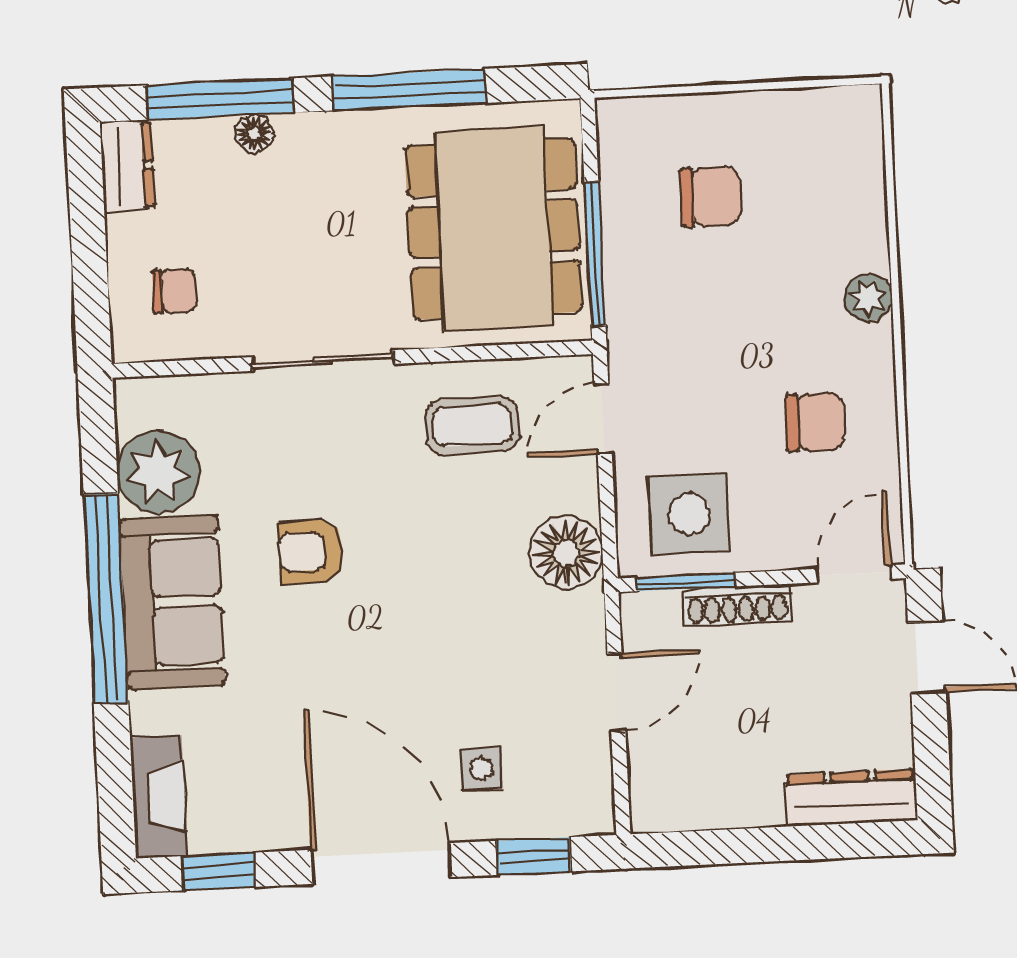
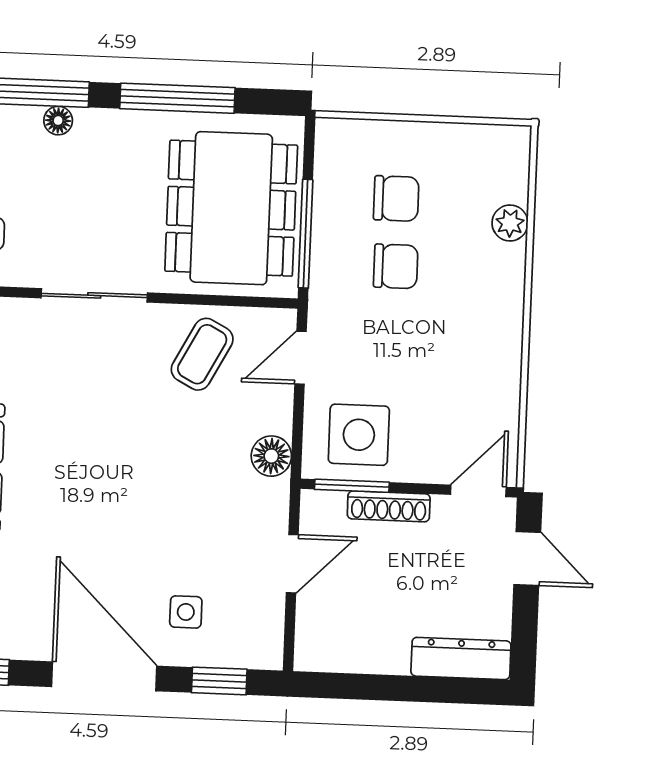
plant: (868, 298) -> (510, 223), moved
chair: (815, 422) -> (396, 266), moved
coffee table: (472, 426) -> (202, 354), turned -62
armchair: (311, 551) -> (73, 438), removed
floor lamp: (566, 553) -> (271, 456), width x0.73, depth x0.73

